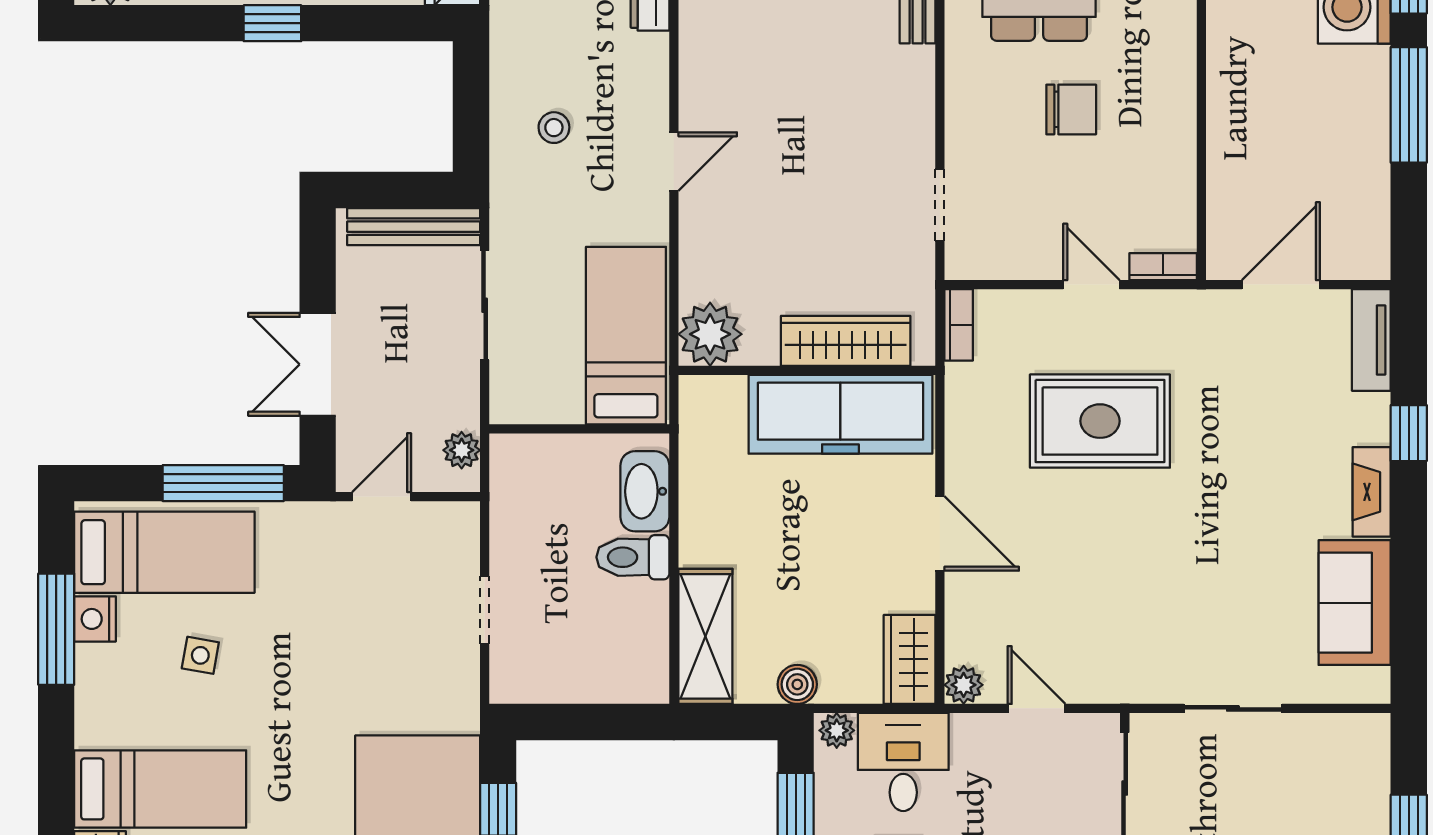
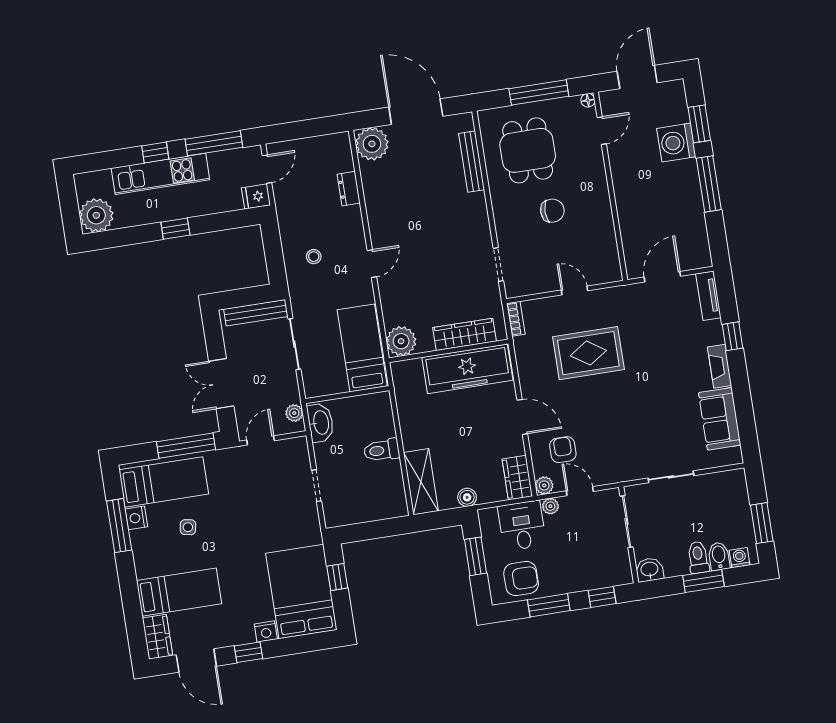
bookcase: (1163, 267) -> (606, 277), removed
washbasin: (645, 491) -> (320, 423), moved, turned 180
armchair: (1015, 616) -> (563, 450), added
plant: (837, 730) -> (550, 506), moved

